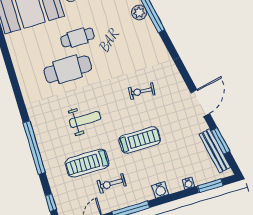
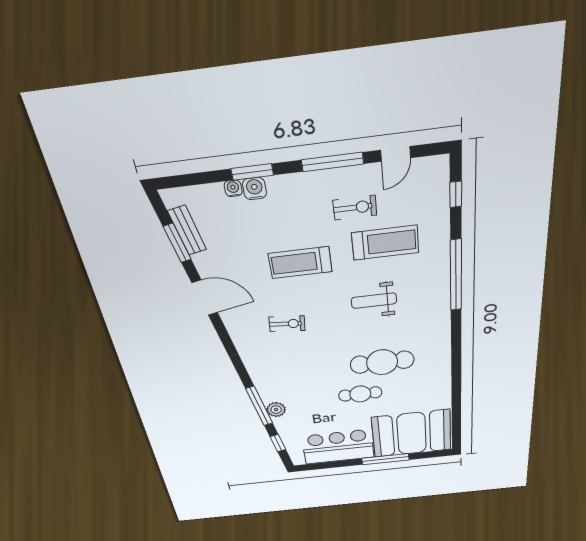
door: (200, 103) -> (205, 298), swing flipped
bench: (215, 151) -> (187, 230), width x0.73
window: (210, 186) -> (252, 172), moved
water cooler: (160, 190) -> (255, 189), moved

